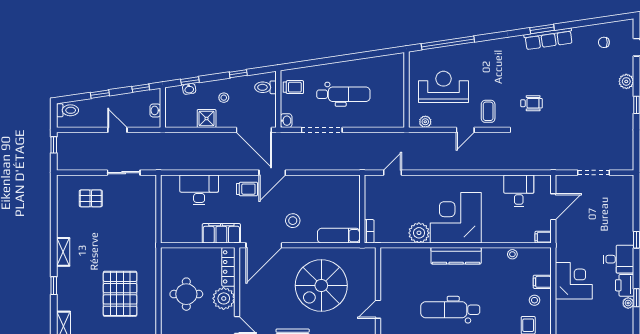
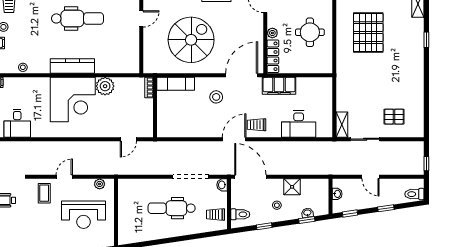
shelving: (63, 252) -> (342, 125), moved
plant: (224, 298) -> (272, 33), width x0.53, depth x0.53

